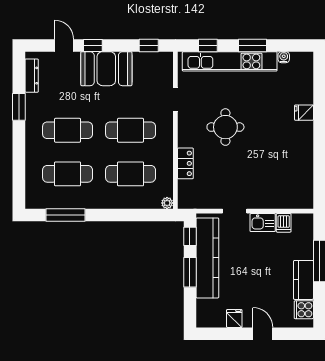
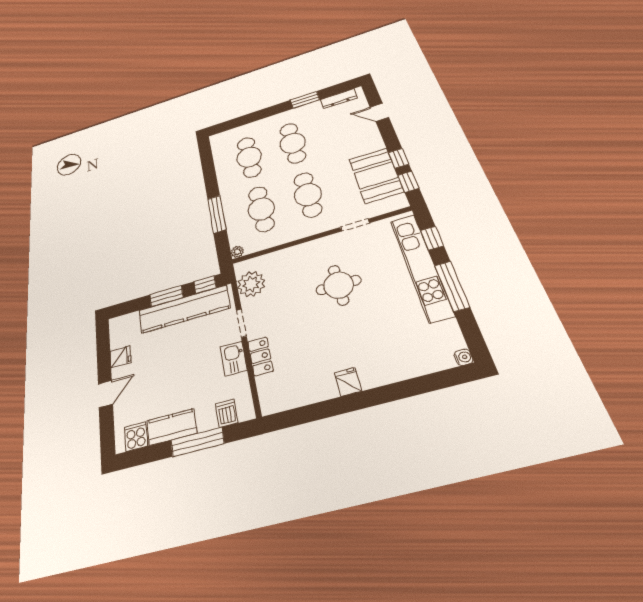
door: (64, 45) -> (379, 112), swing flipped
window: (93, 45) -> (398, 158), moved
window: (252, 45) -> (452, 286), width x1.44
water cooler: (284, 57) -> (463, 357), moved
booth: (106, 69) -> (376, 175), moved
fridge: (304, 113) -> (348, 382), moved
locker: (185, 163) -> (260, 356), moved, turned -90
plant: (202, 197) -> (251, 284), added
window: (65, 215) -> (217, 214), moved
dishwasher: (284, 223) -> (227, 413), moved, turned 90

